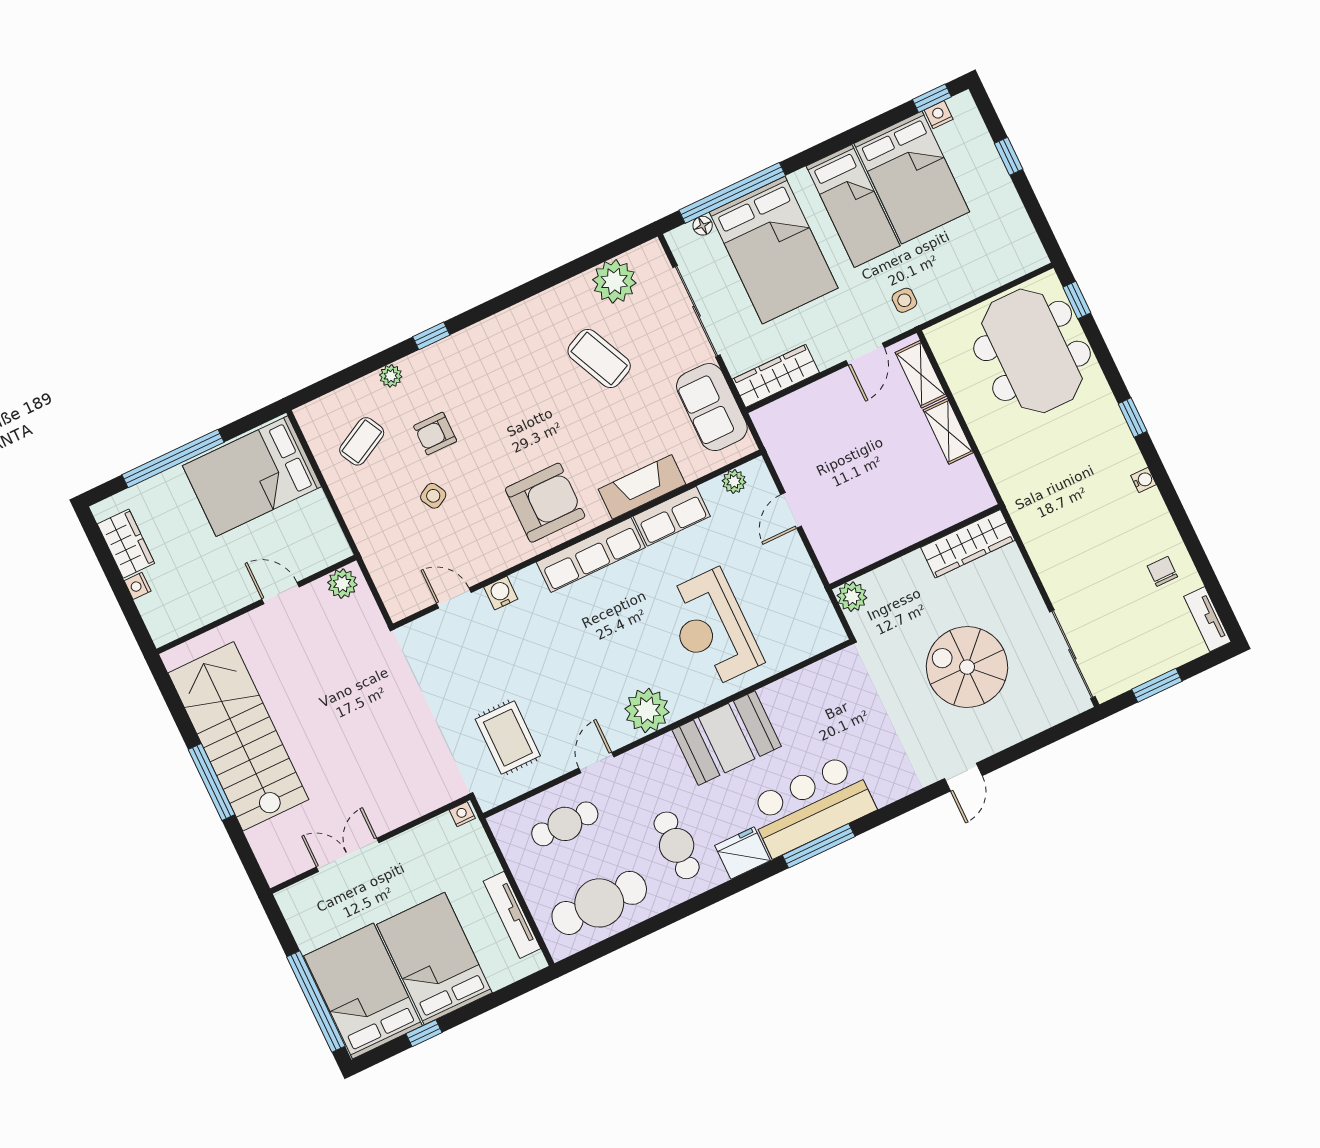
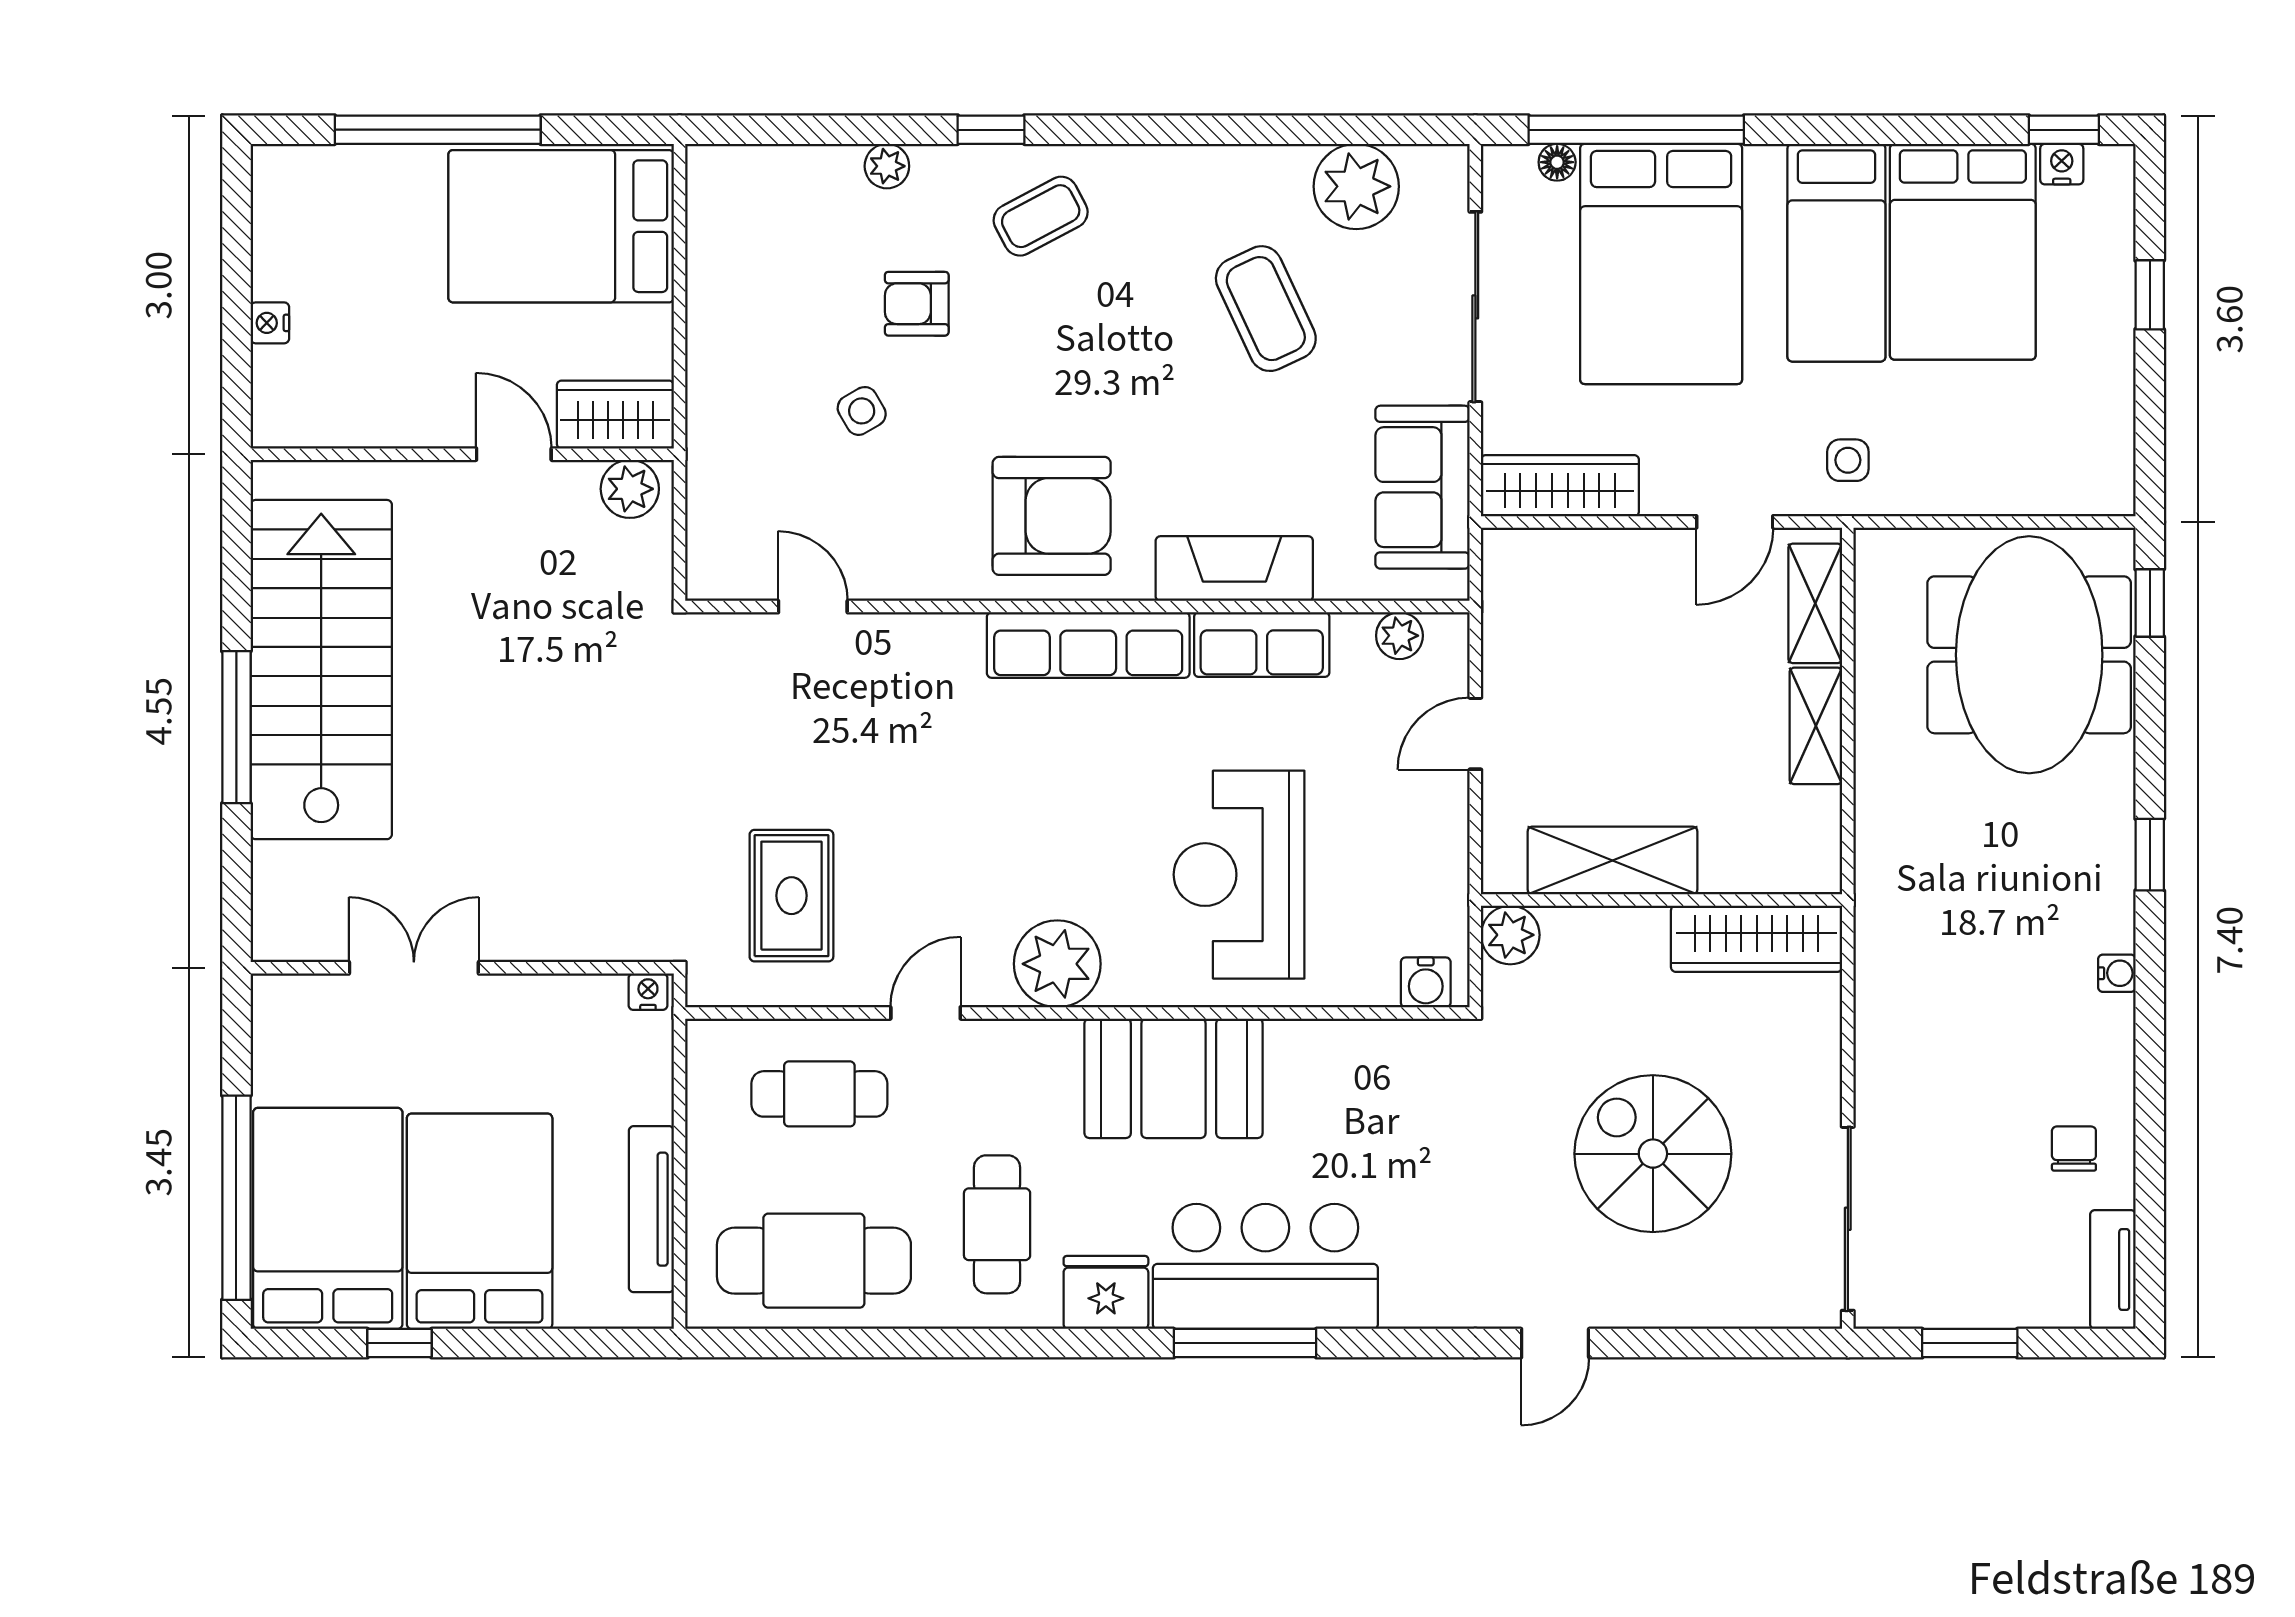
coffee table: (362, 441) -> (1041, 216), moved
shelving: (883, 539) -> (1613, 860), added
wardrobe: (126, 544) -> (615, 415), moved, turned -90
water cooler: (501, 593) -> (1426, 982), moved, turned 180

